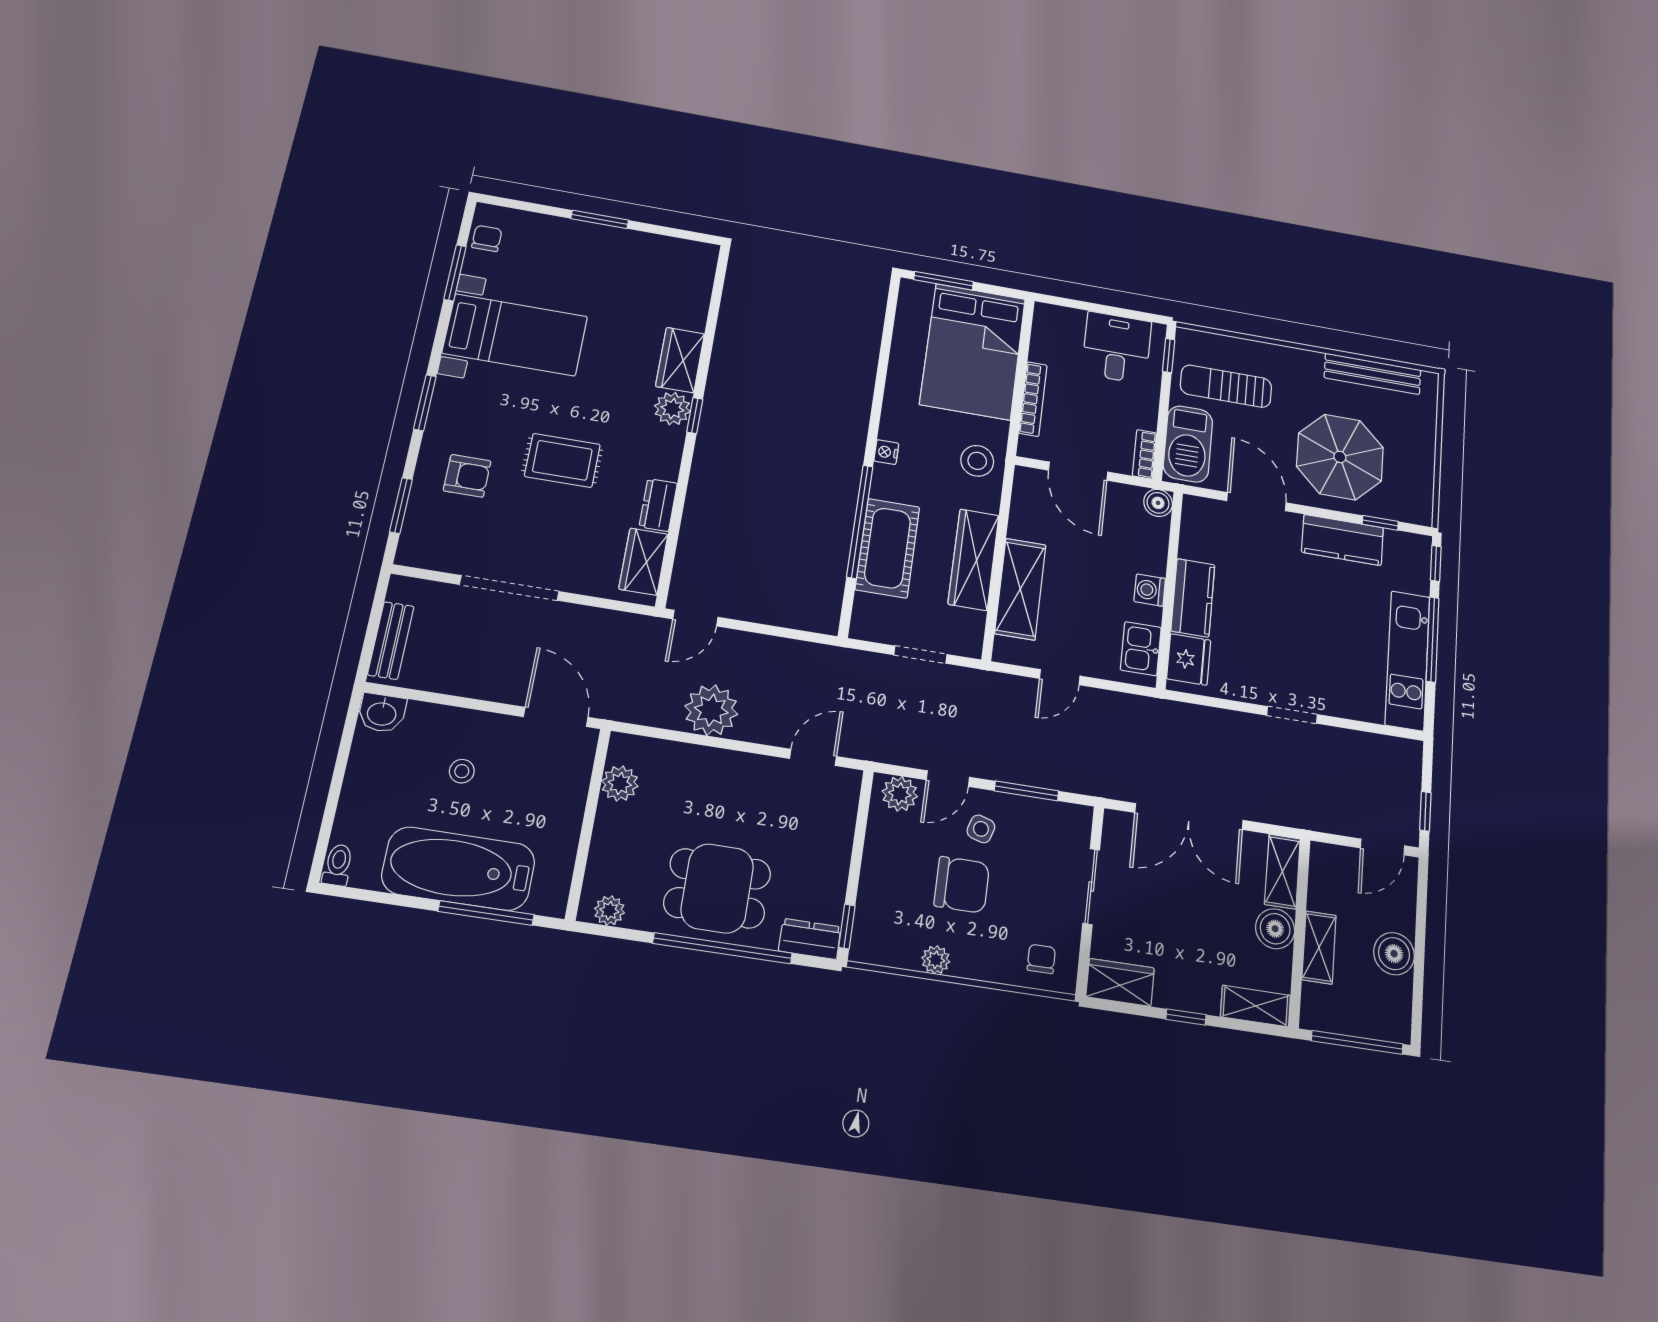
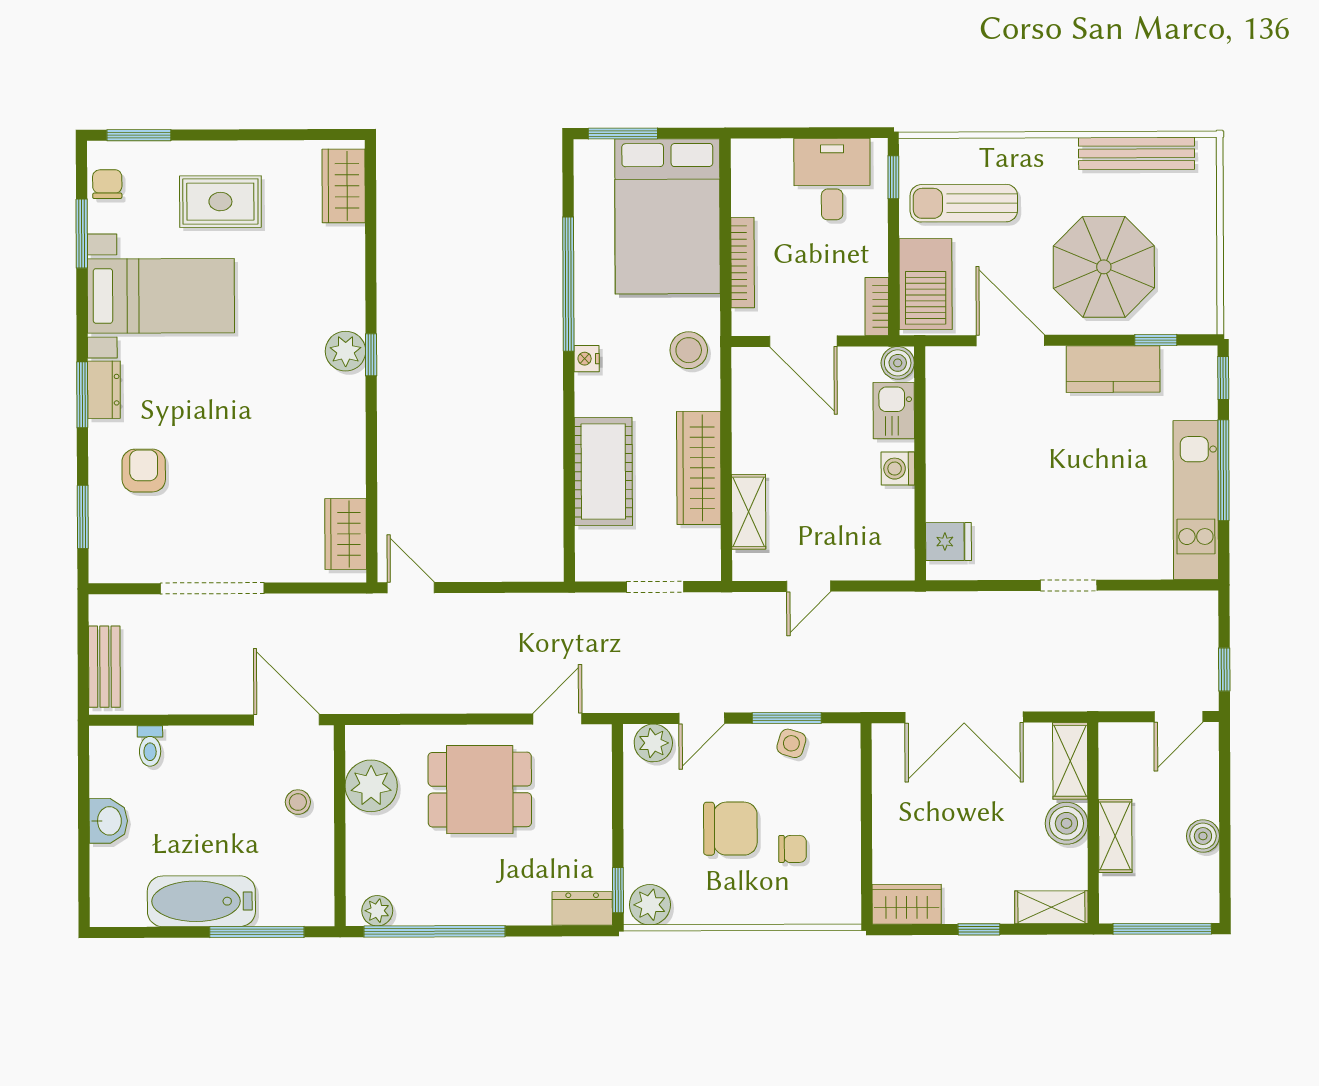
window: (600, 219) -> (139, 135), moved
wardrobe: (680, 360) -> (344, 186), moved
rug: (562, 460) -> (220, 202), moved
armchair: (467, 476) -> (144, 471), turned -90
dresser: (658, 505) -> (104, 390), moved, turned 180
window: (860, 521) -> (568, 284), moved
shelving: (1020, 589) -> (749, 512), width x0.67, depth x0.75
kitchen counter: (1193, 598) -> (947, 469), removed
door: (695, 618) -> (411, 588), swing flipped
kitchen sink: (1141, 649) -> (894, 411), moved
fridge: (1189, 659) -> (949, 542), width x0.72
plant: (711, 710) -> (444, 686), removed
washbasin: (382, 713) -> (108, 821), moved, turned -90
stool: (462, 771) -> (298, 802), moved
plant: (620, 783) -> (371, 786), width x1.36, depth x1.36
side table: (981, 829) -> (791, 743), moved
toilet: (338, 865) -> (150, 746), moved, turned 180
bathtub: (458, 869) -> (201, 901), width x0.73, depth x0.73
sliding door: (1091, 886) -> (866, 809), removed
dining table: (717, 888) -> (480, 790), moved
window: (723, 948) -> (434, 931), moved
boiler: (1394, 954) -> (1203, 836), width x0.73, depth x0.73
chair: (1041, 959) -> (792, 849), moved, turned 90
plant: (936, 960) -> (650, 905), moved, width x1.38, depth x1.38

